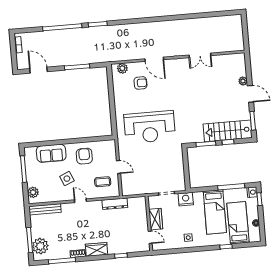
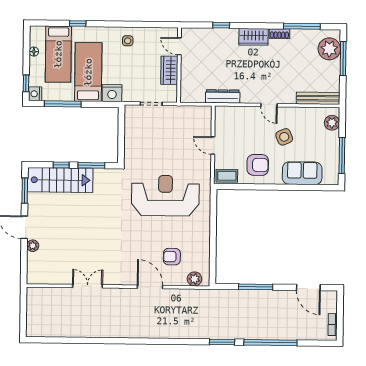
armchair: (84, 156) -> (258, 165), turned -90
coffee table: (103, 182) -> (227, 176), moved
nightstand: (186, 199) -> (112, 93), moved

